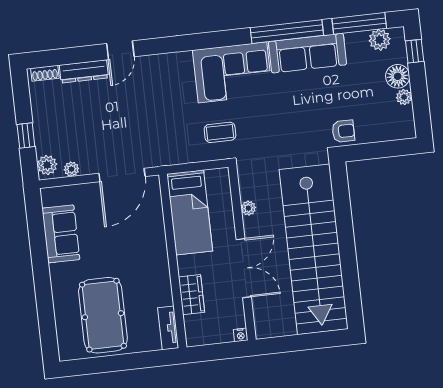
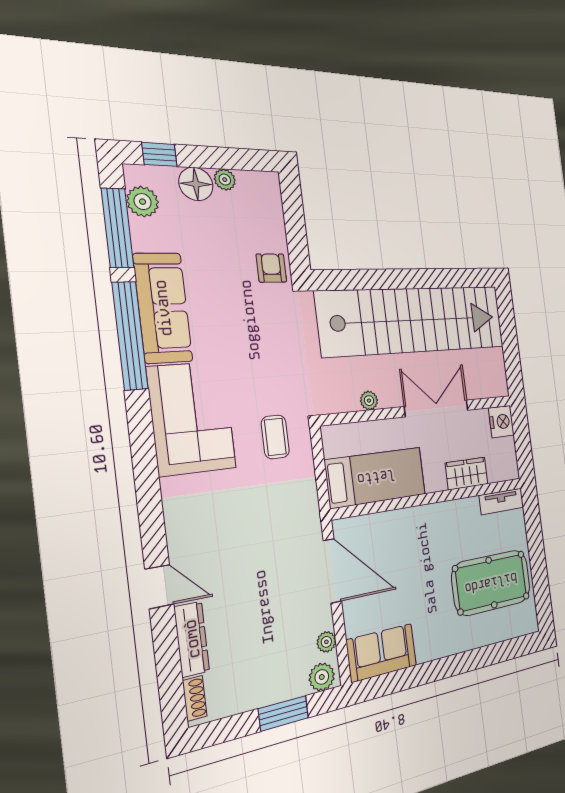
window: (26, 135) -> (283, 713), width x1.50
sofa: (61, 234) -> (382, 653), moved
nightstand: (241, 335) -> (501, 422), width x1.89, depth x1.79

